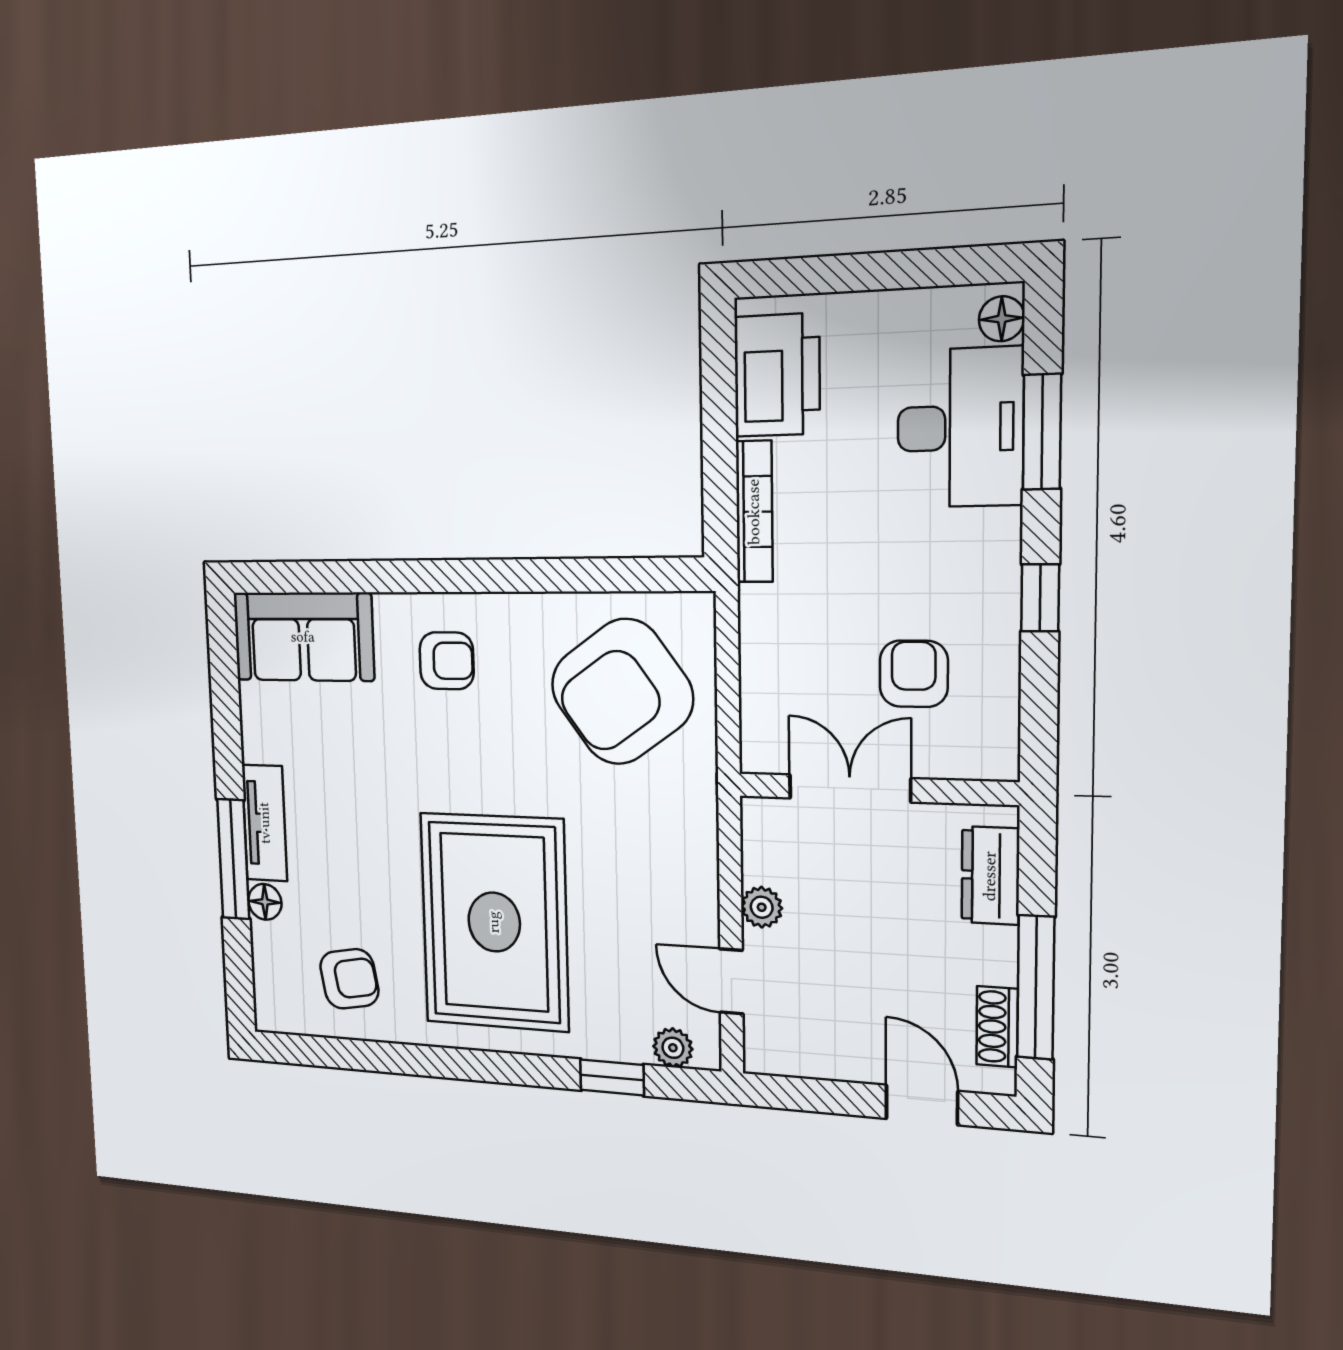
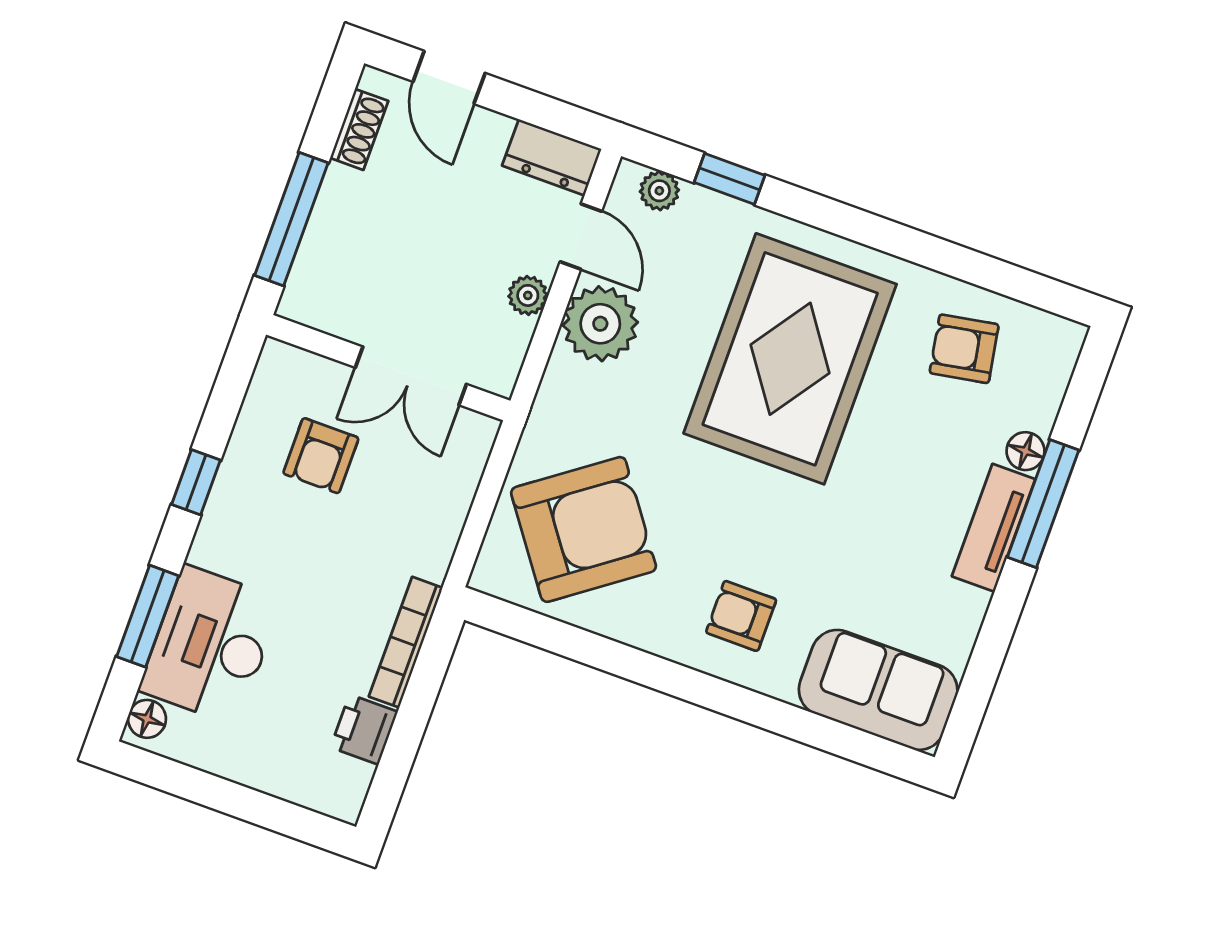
printer: (777, 375) -> (364, 729), width x0.53, depth x0.68
dresser: (990, 876) -> (552, 157), moved, turned 90
plant: (681, 901) -> (600, 324), added
window: (1036, 987) -> (291, 219), moved

